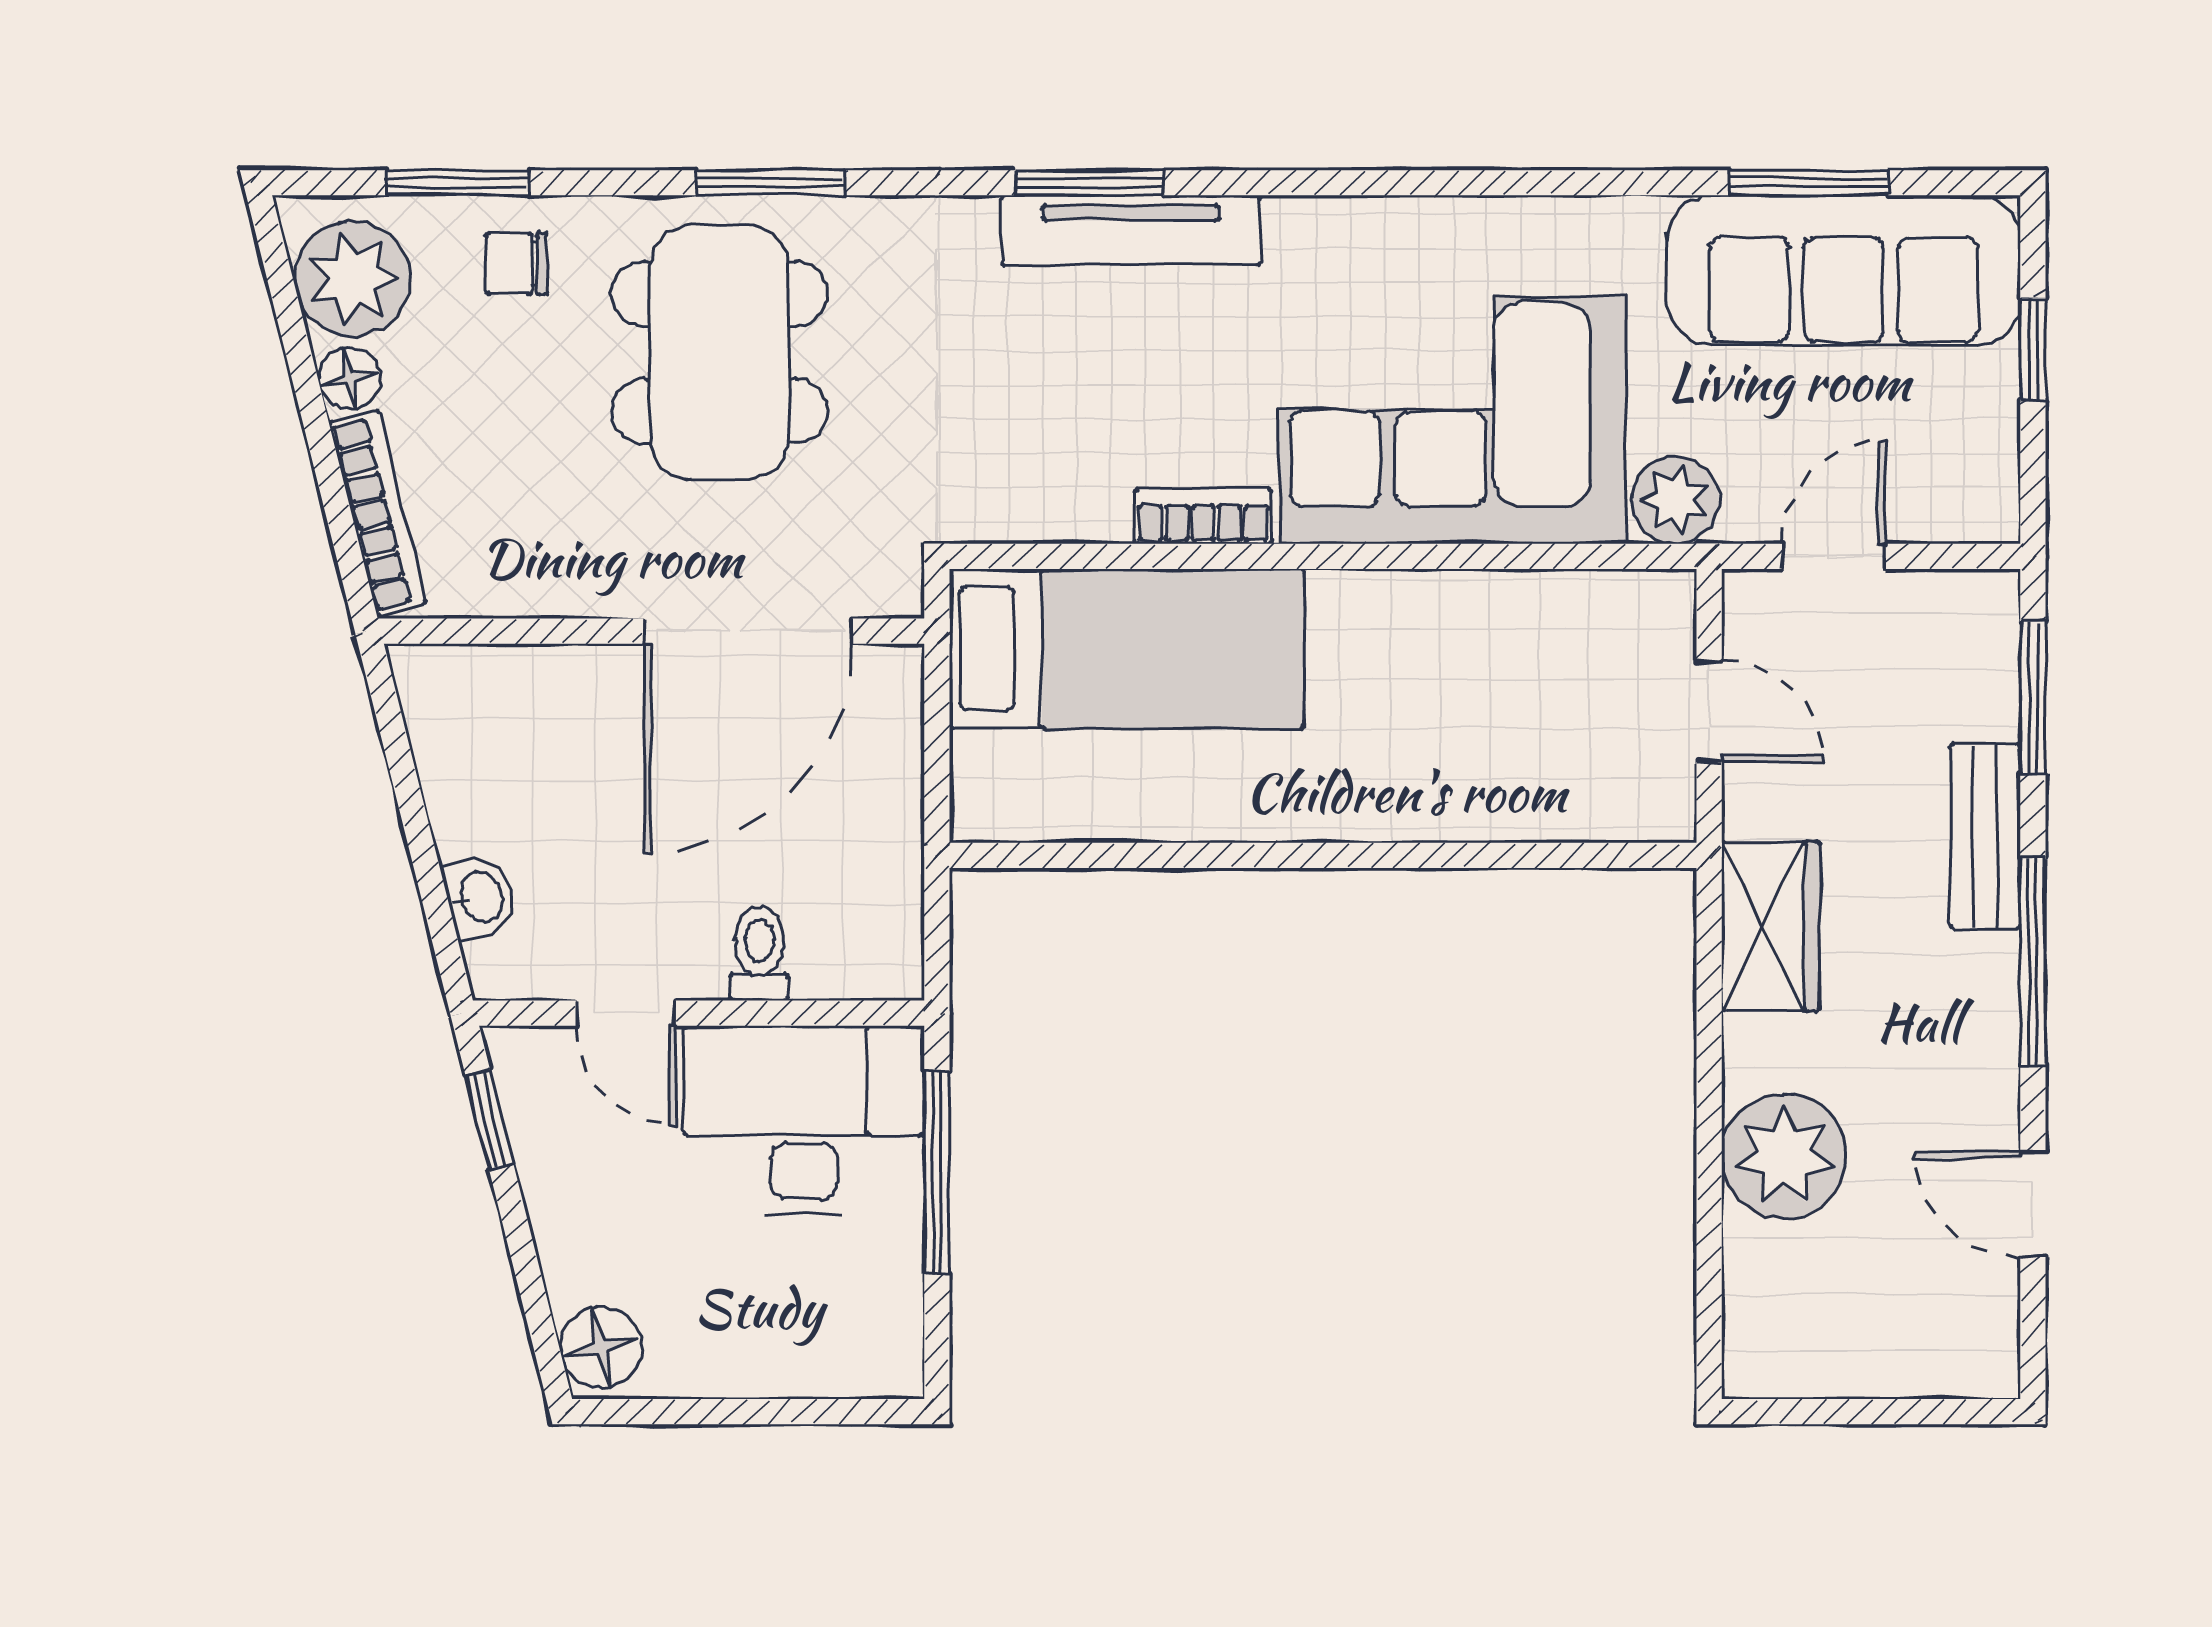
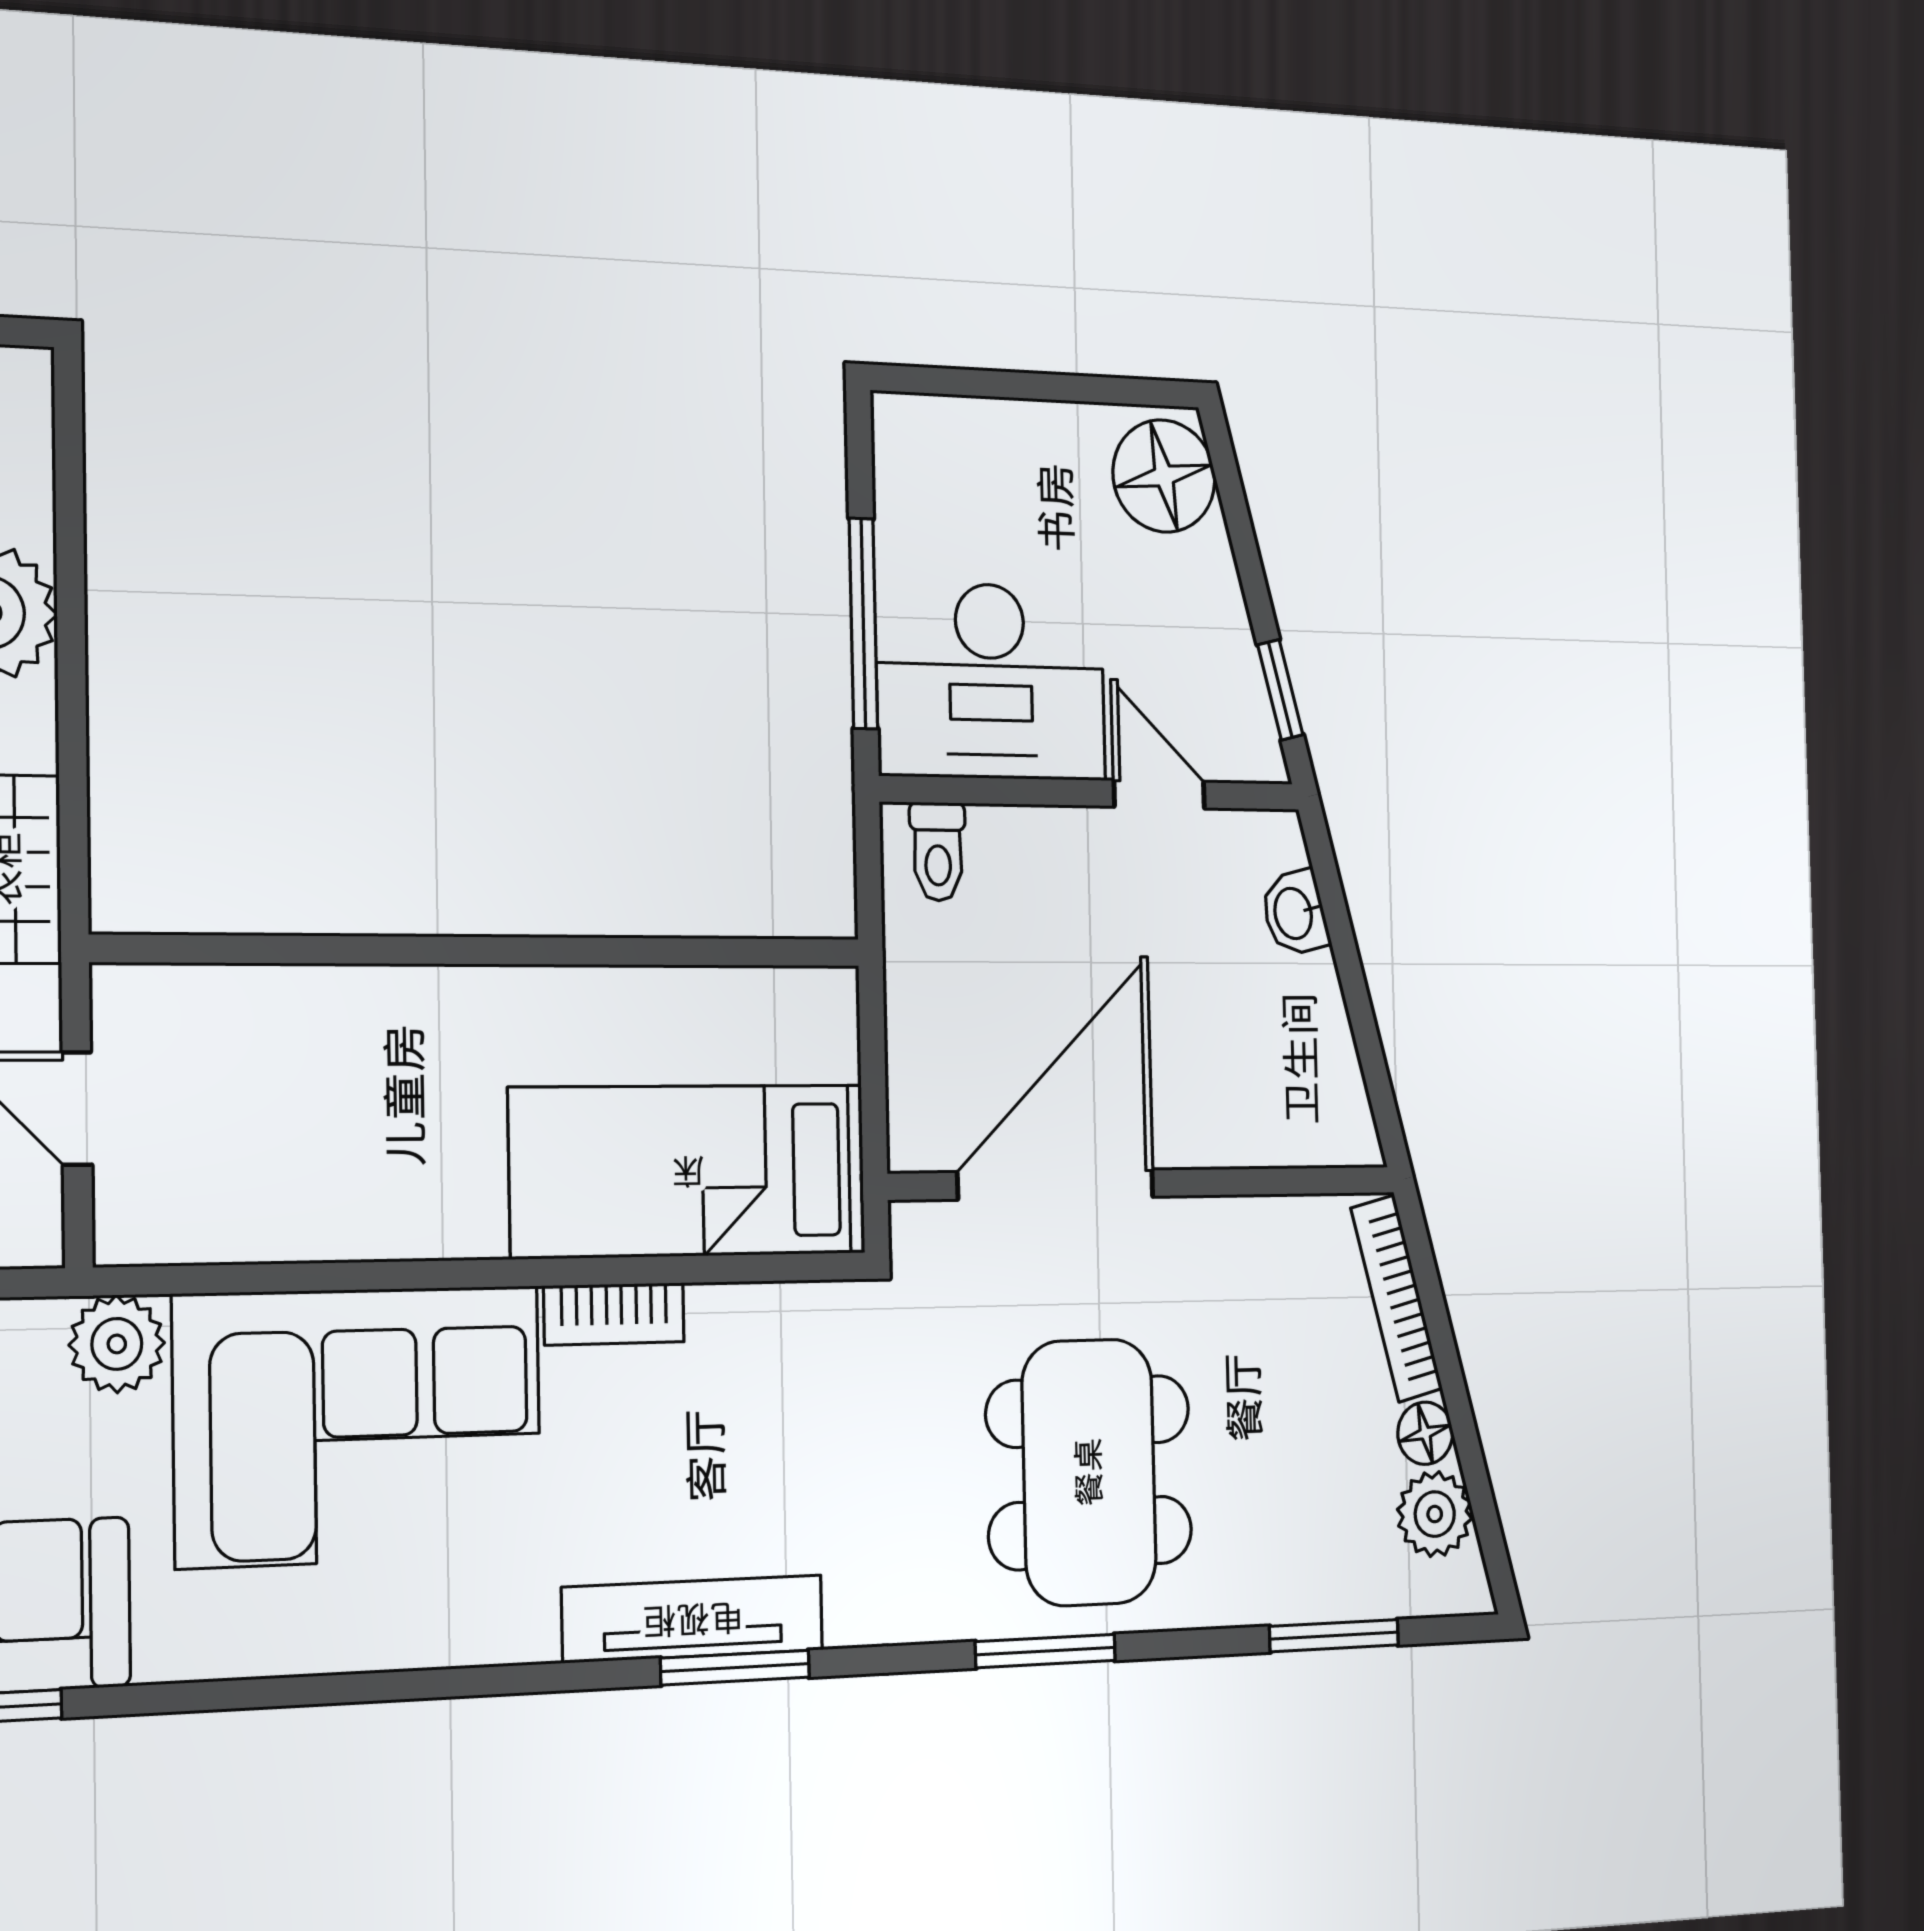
chair: (516, 264) -> (1279, 1556), removed
plant: (353, 279) -> (1435, 1514), width x0.73, depth x0.73
toilet: (759, 953) -> (938, 852), moved
floor lamp: (601, 1347) -> (1164, 476), width x1.38, depth x1.38

